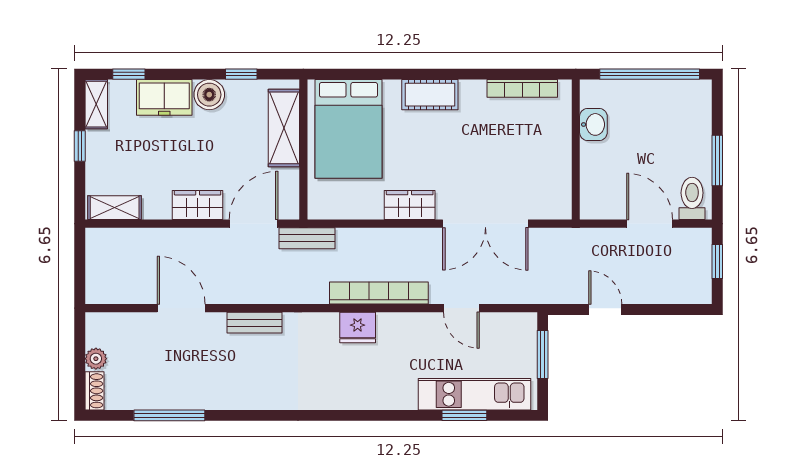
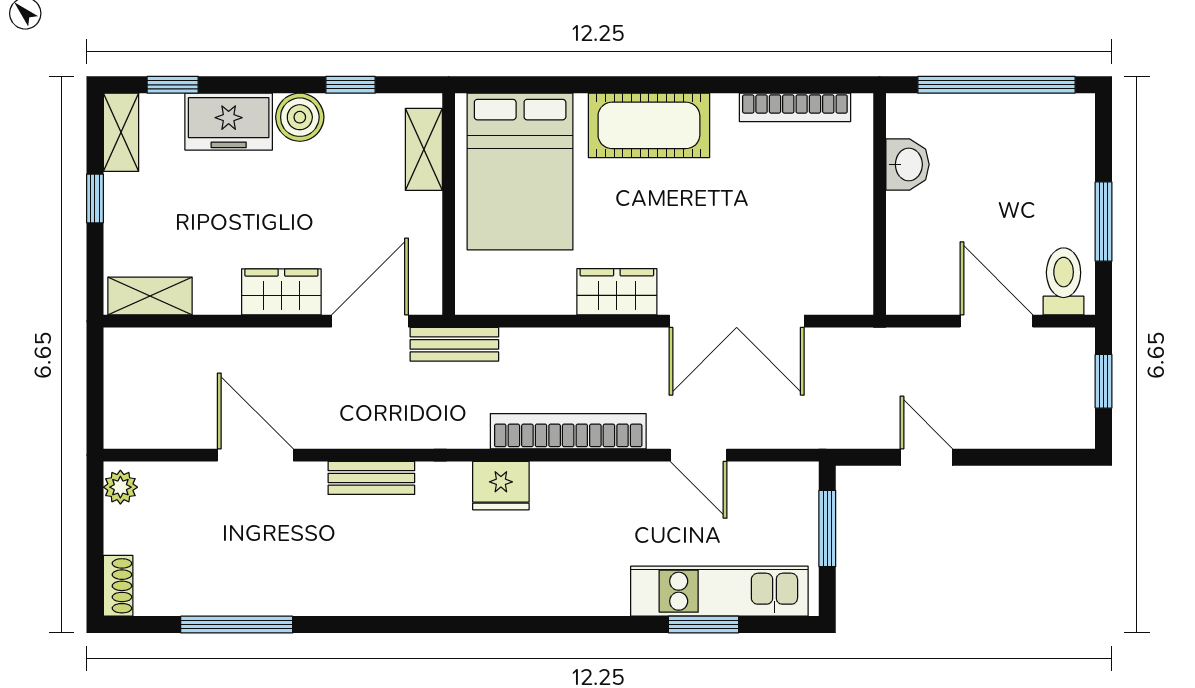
cot: (430, 95) -> (649, 125), width x1.37, depth x1.34
shelving: (284, 128) -> (424, 149), width x0.67, depth x0.75
fridge: (358, 327) -> (501, 486), moved
plant: (96, 359) -> (120, 487), moved

